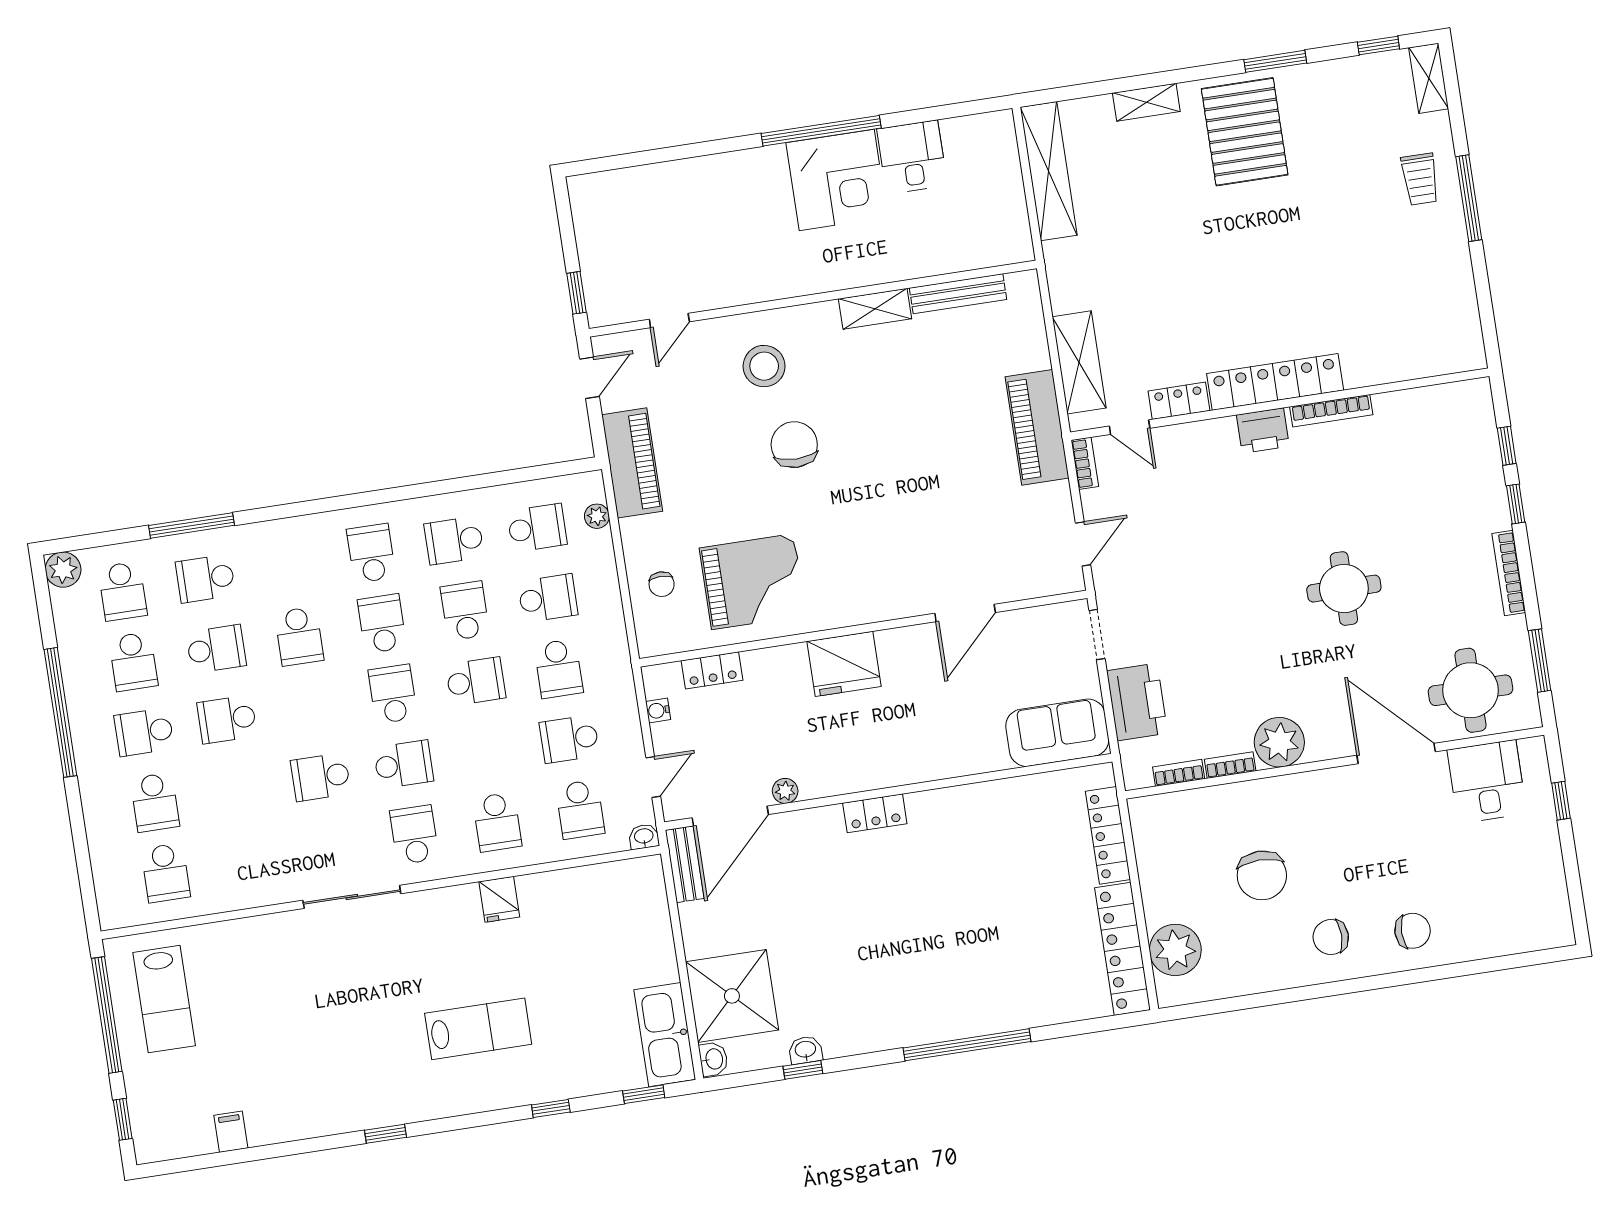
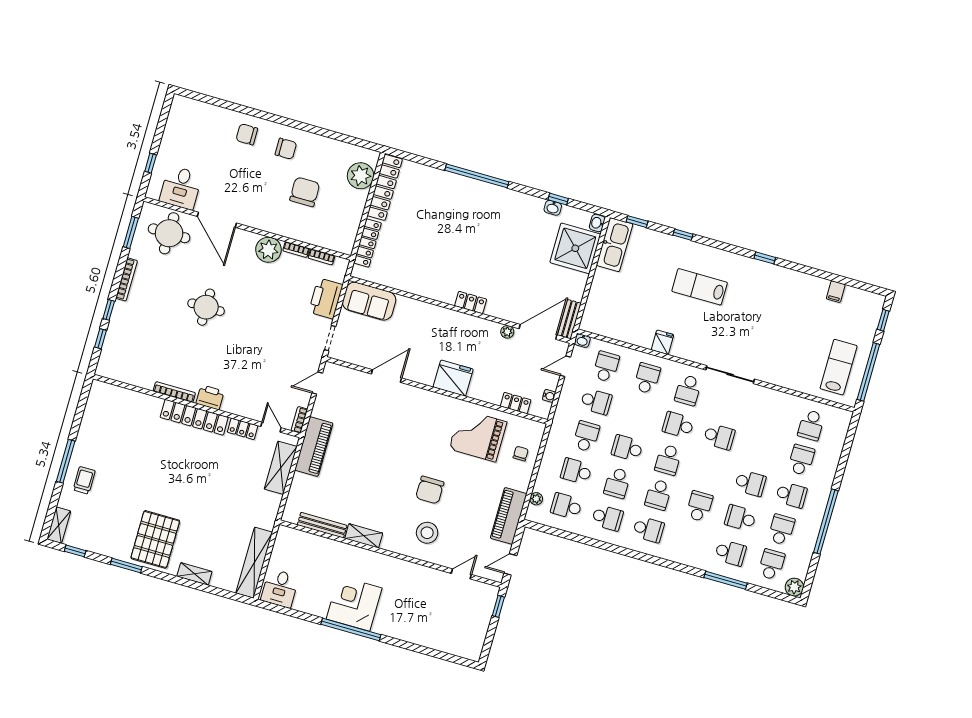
desk: (912, 157) -> (280, 588), moved
school desk: (371, 553) -> (648, 529), turned -90
school desk: (166, 873) -> (811, 425), turned 180

